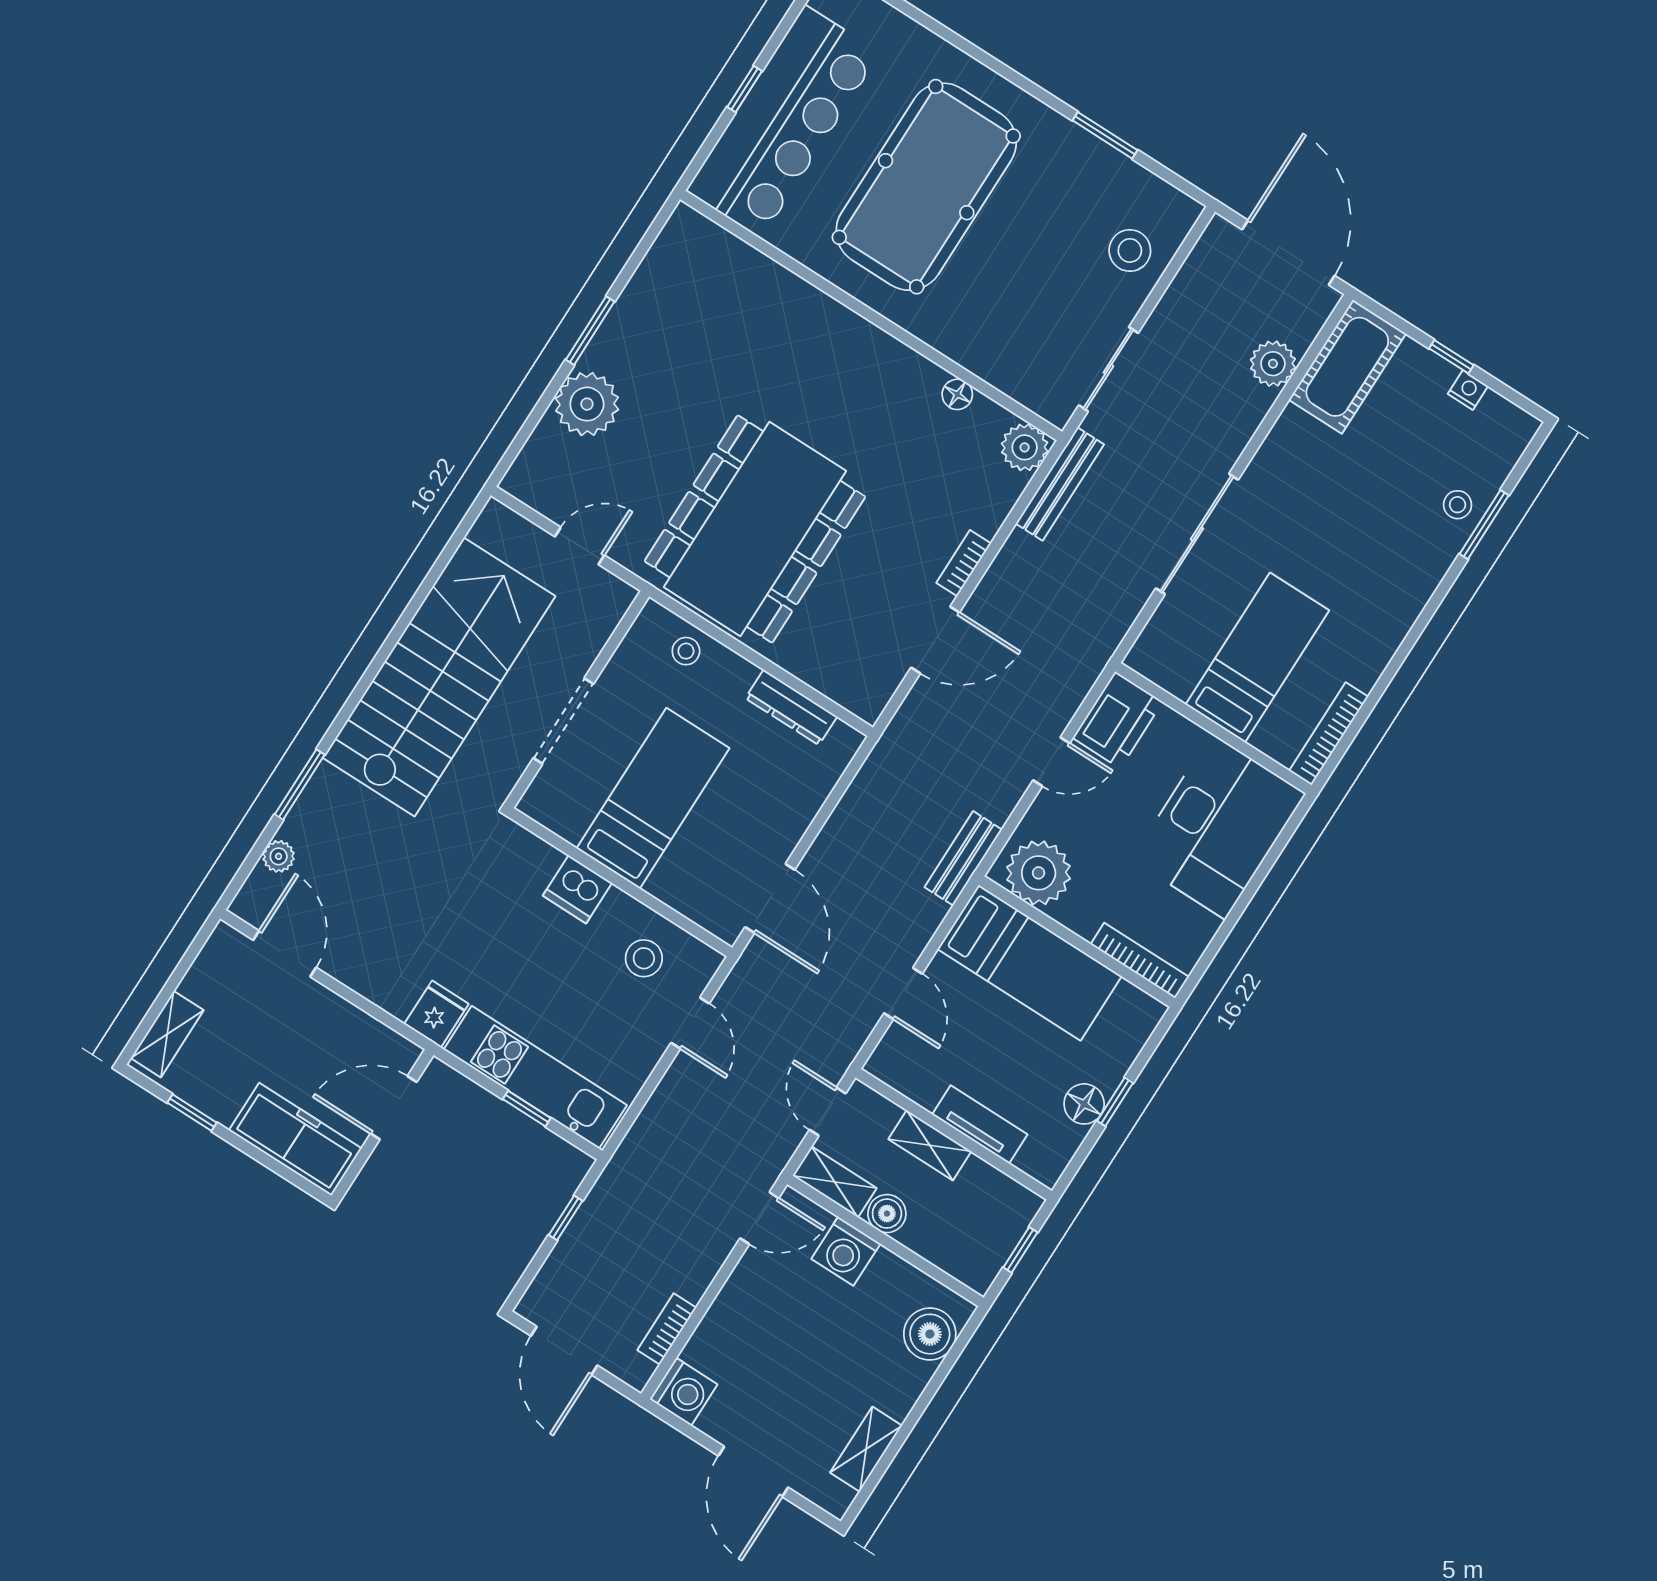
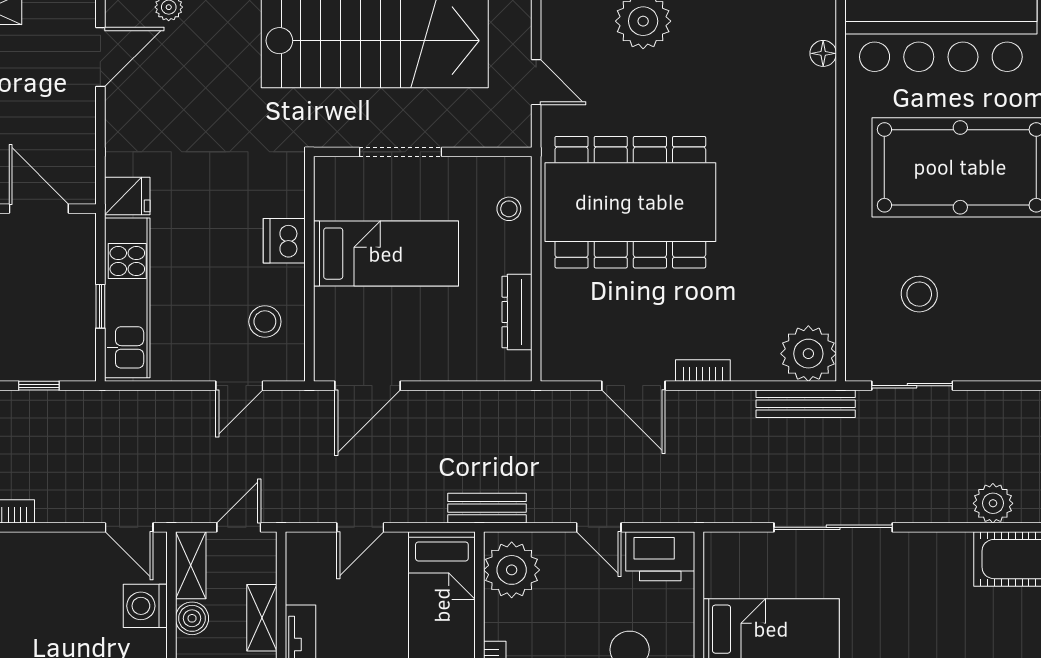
stool: (1130, 250) -> (919, 294), moved
floor lamp: (957, 394) -> (823, 53), moved
plant: (1025, 447) -> (808, 354), width x1.36, depth x1.36

